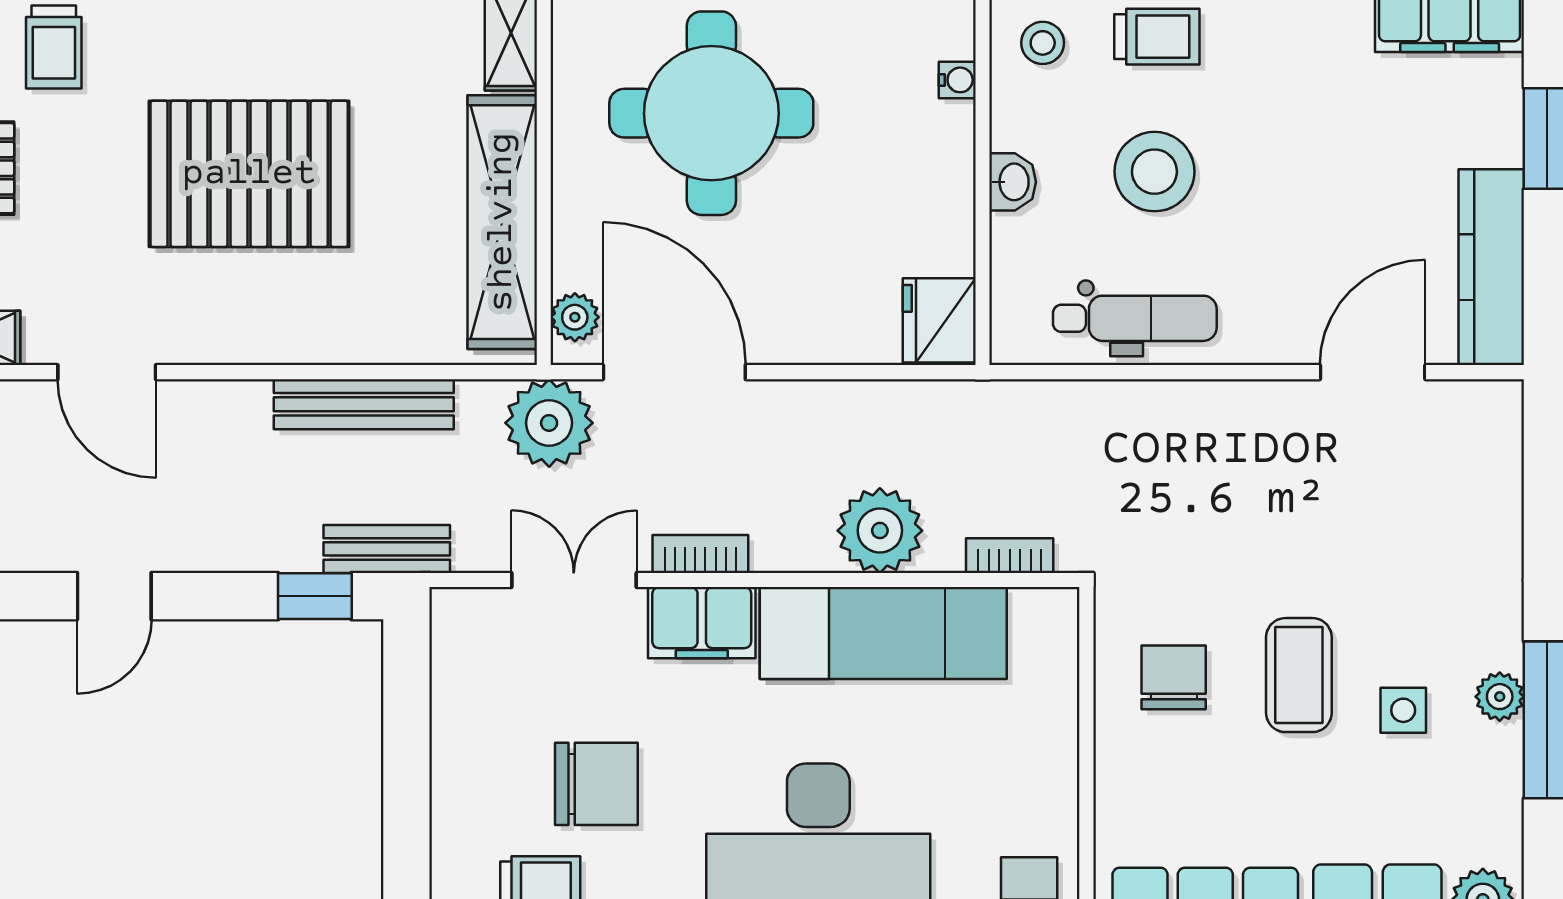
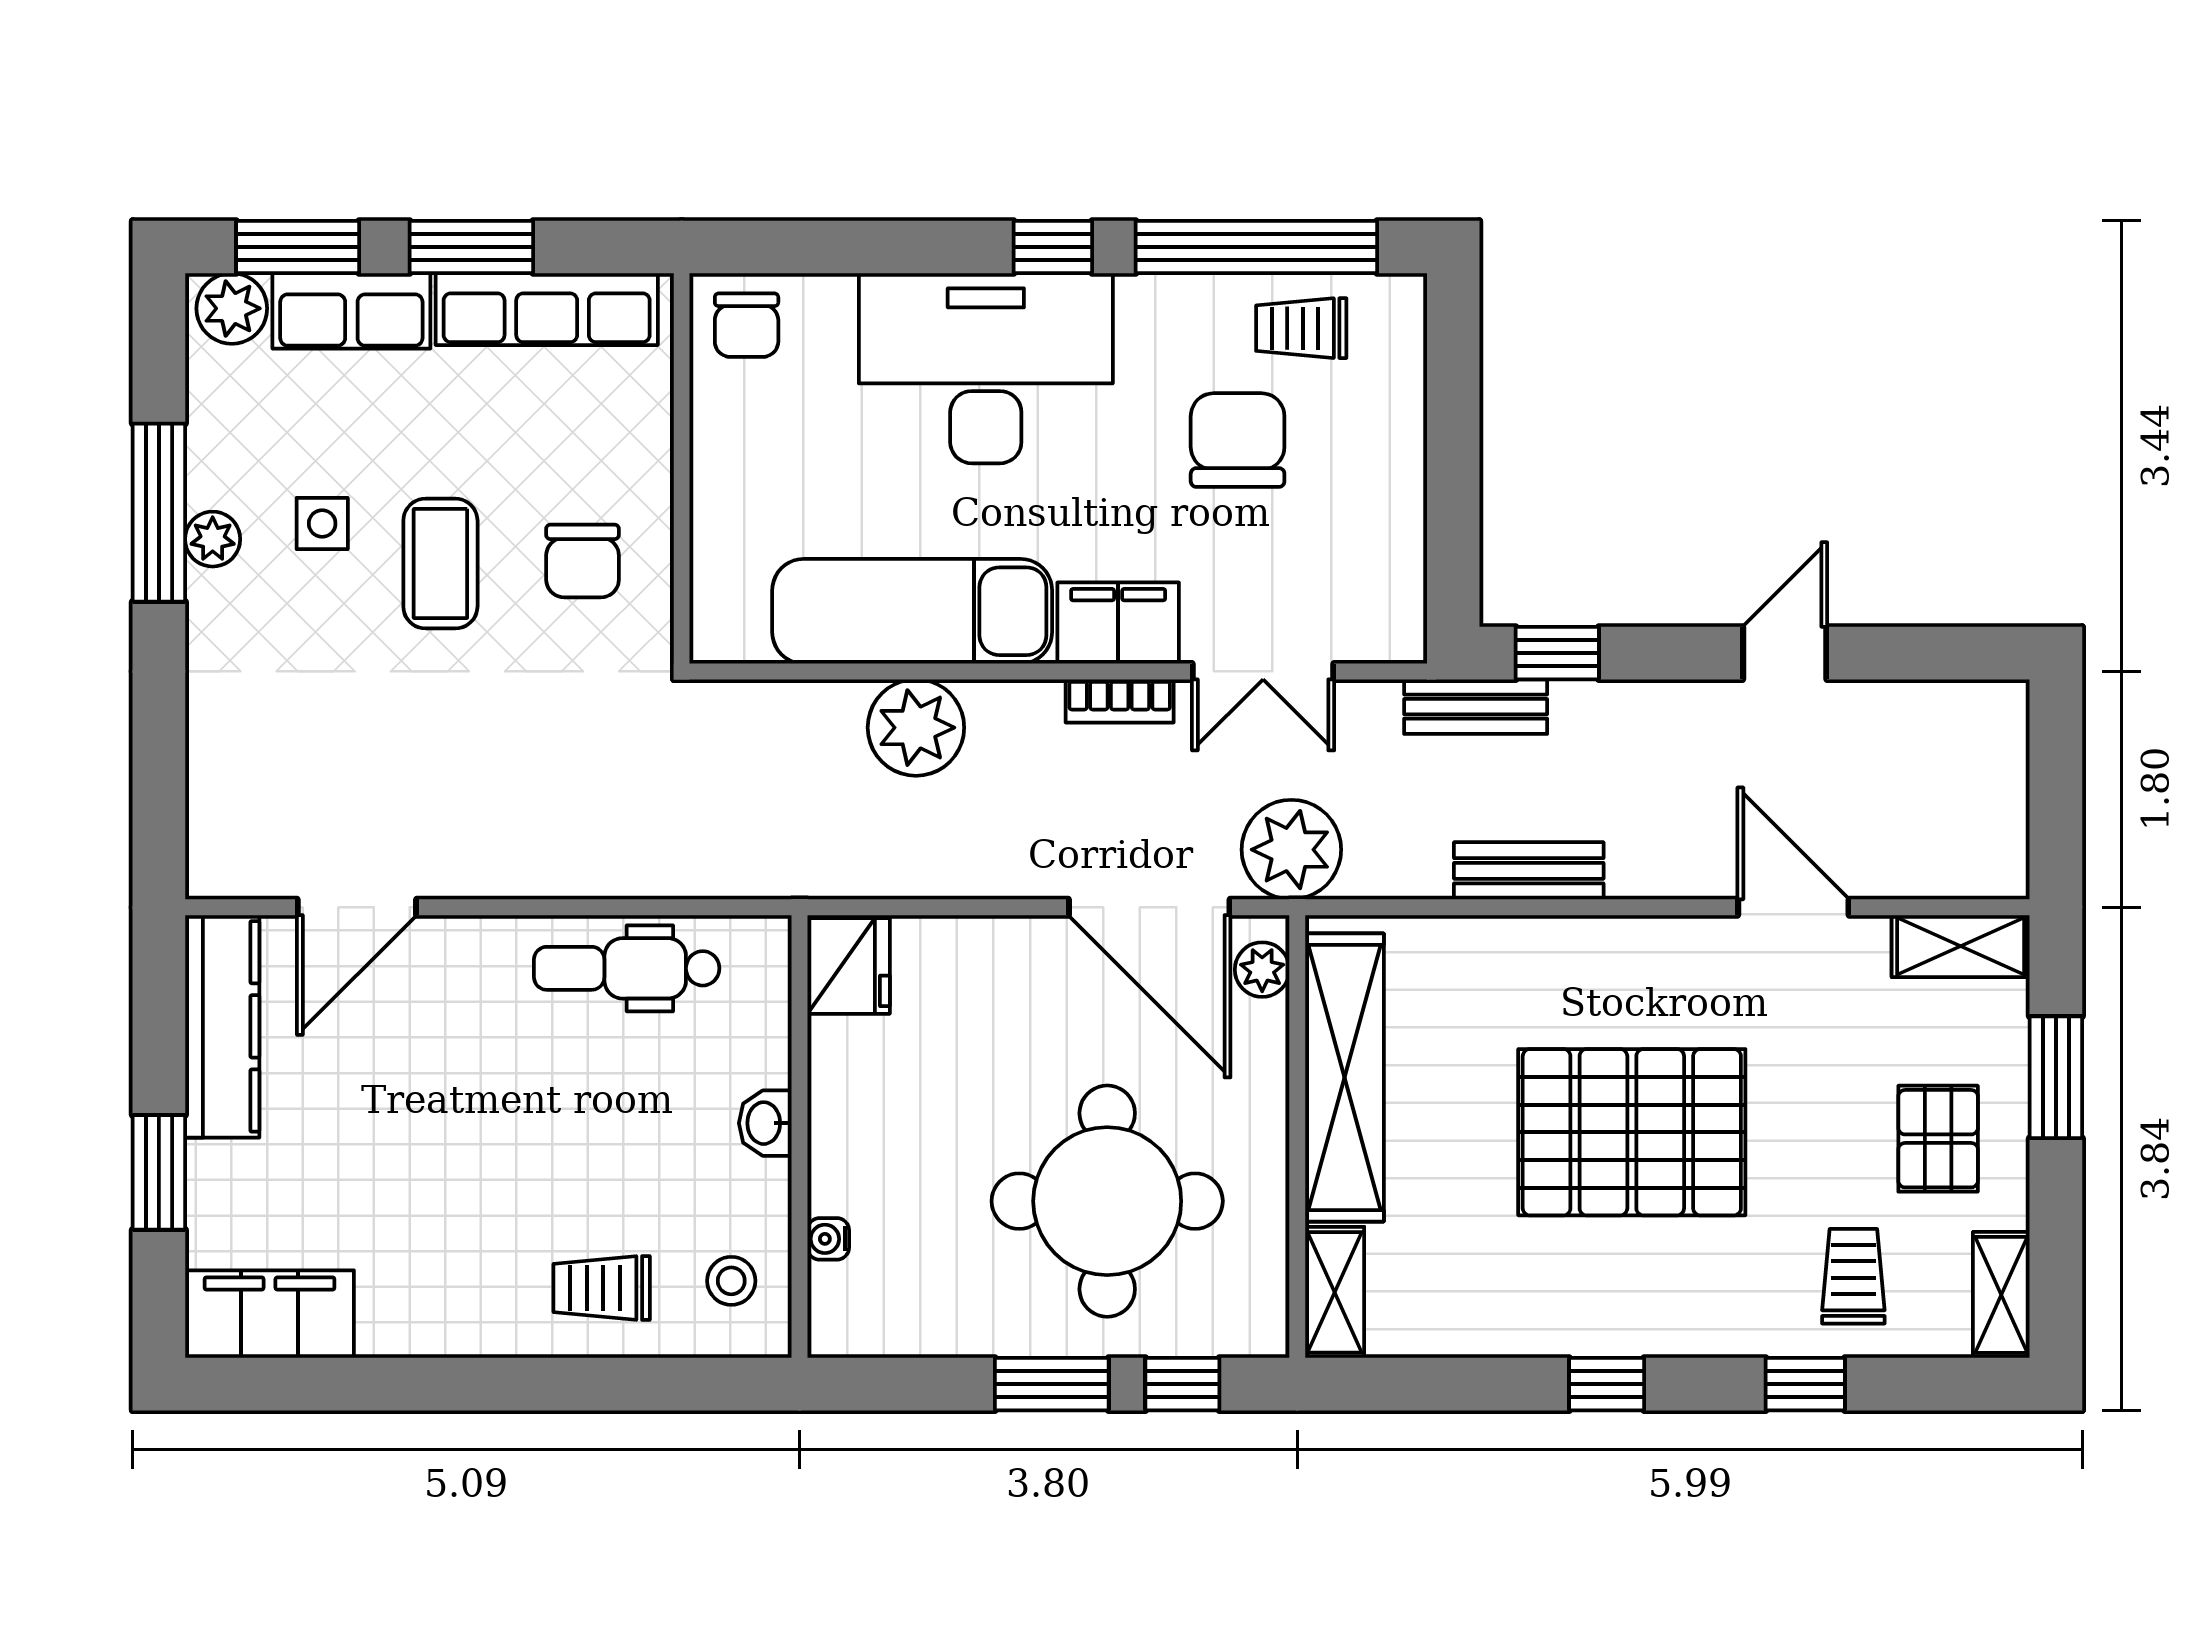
stool: (1154, 172) -> (604, 1135), removed
bench: (364, 404) -> (1529, 871), width x0.73
bookcase: (1010, 556) -> (769, 699), removed
chair: (596, 784) -> (1238, 440), turned 90

